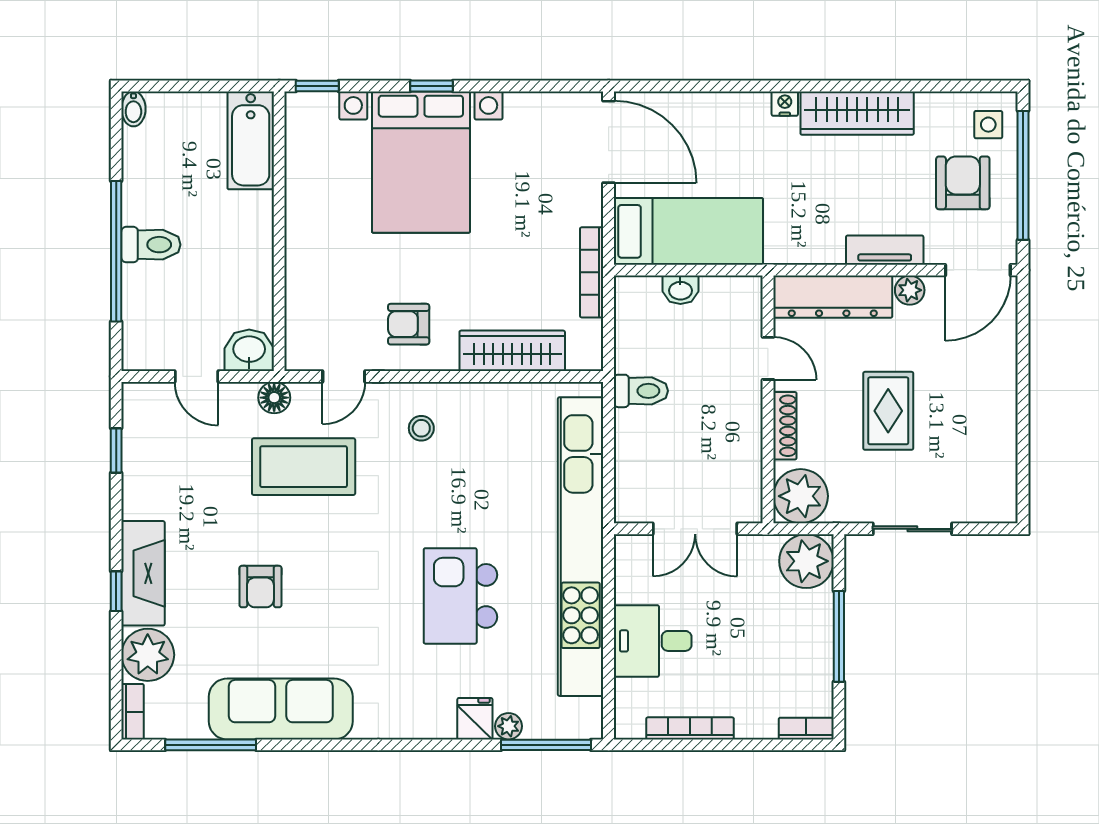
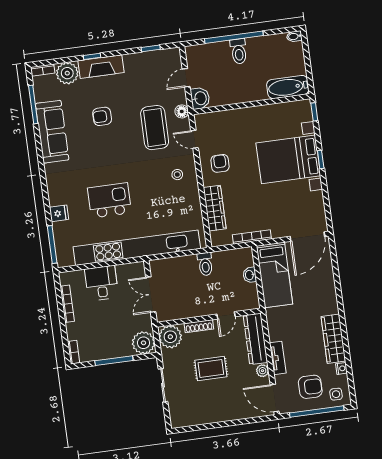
nightstand: (785, 104) -> (341, 368), moved
plant: (509, 726) -> (58, 228), removed

